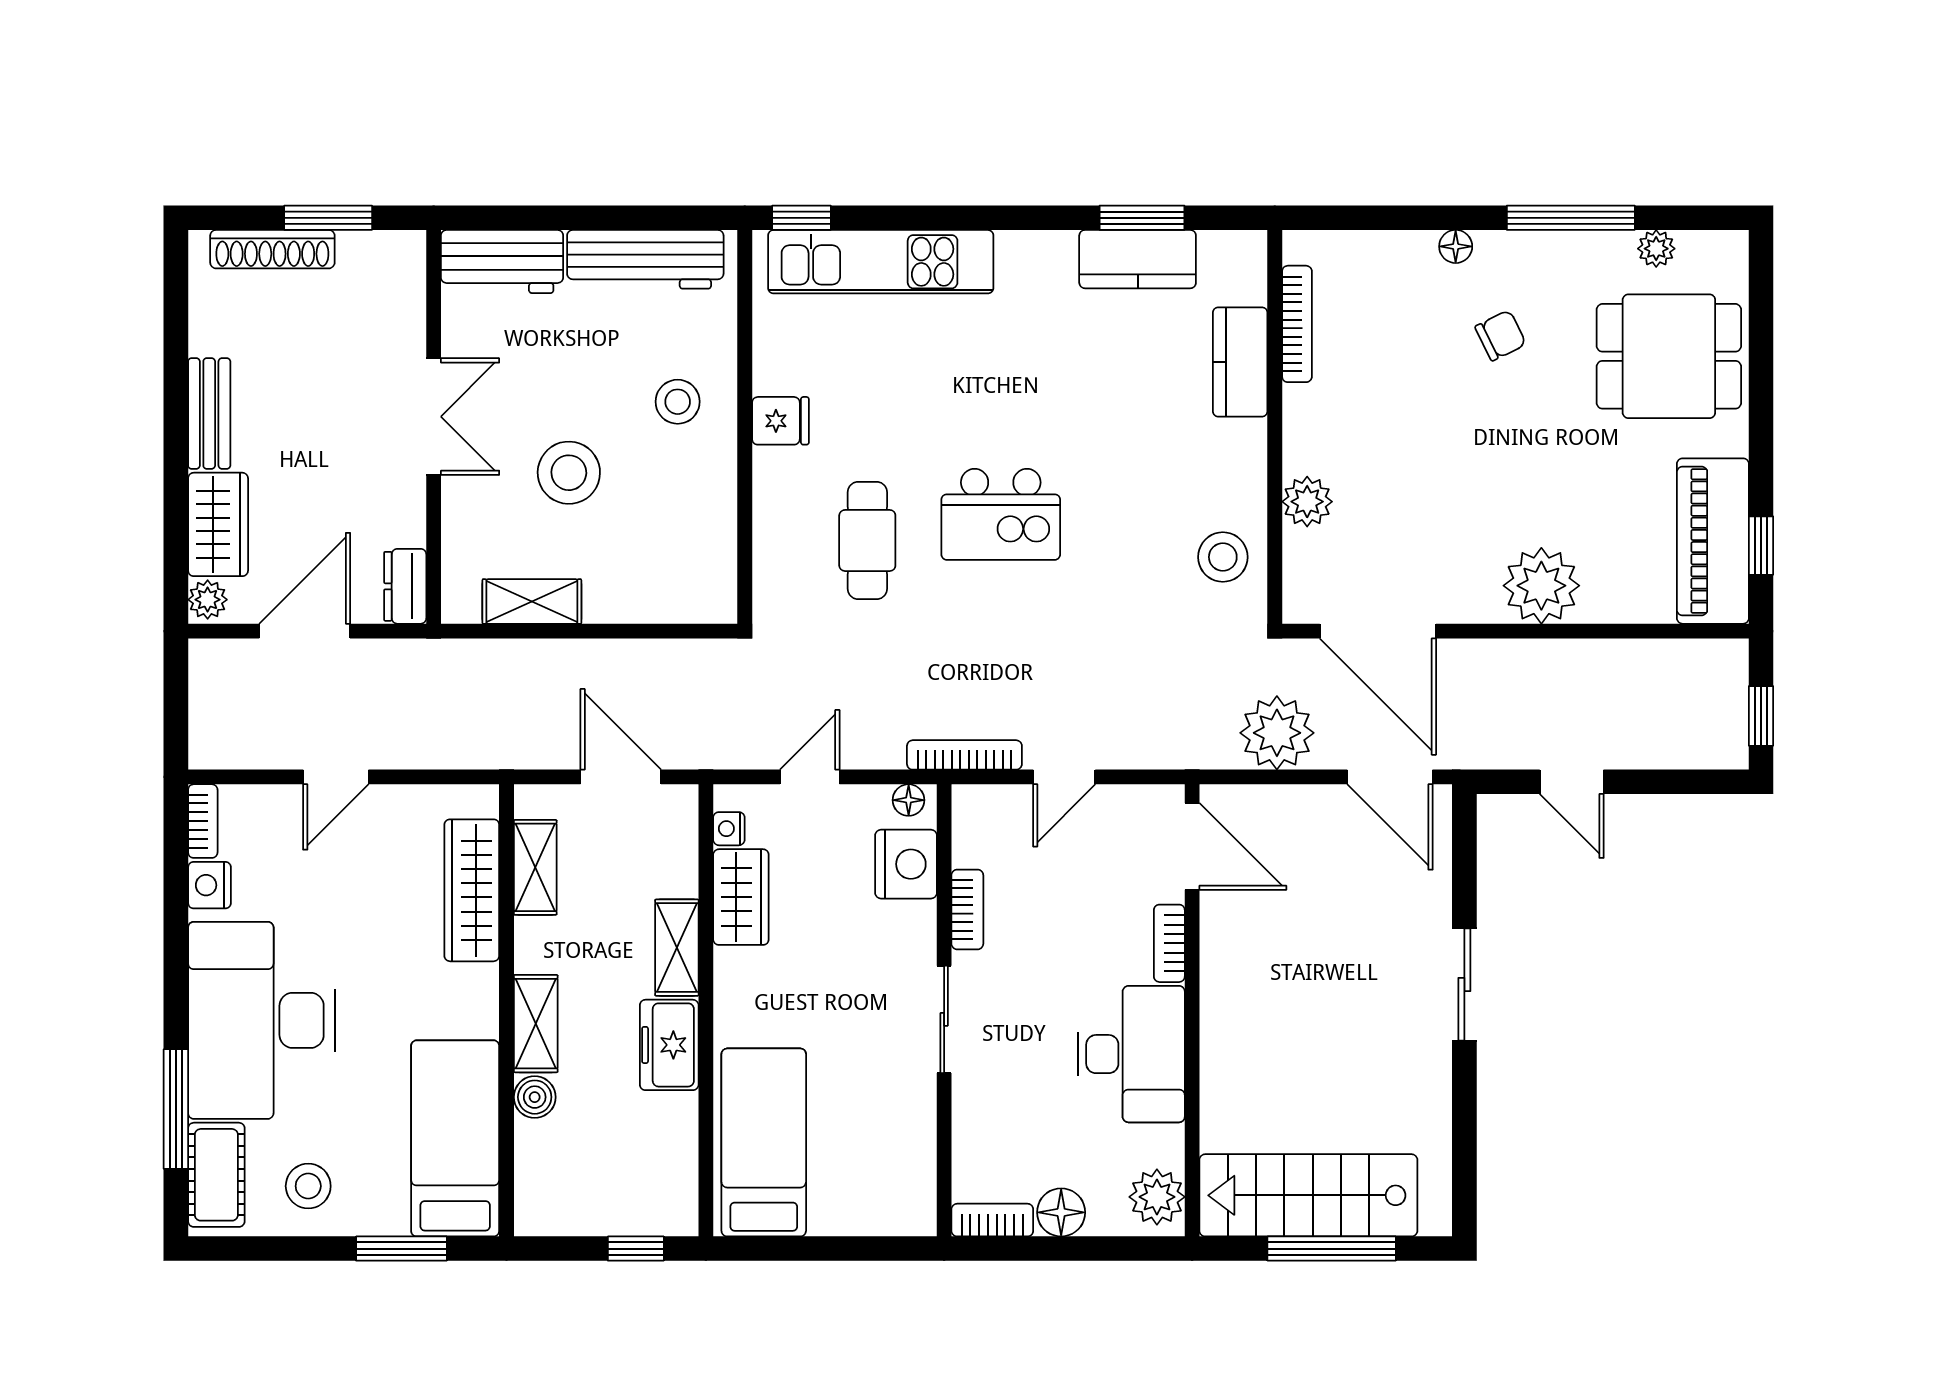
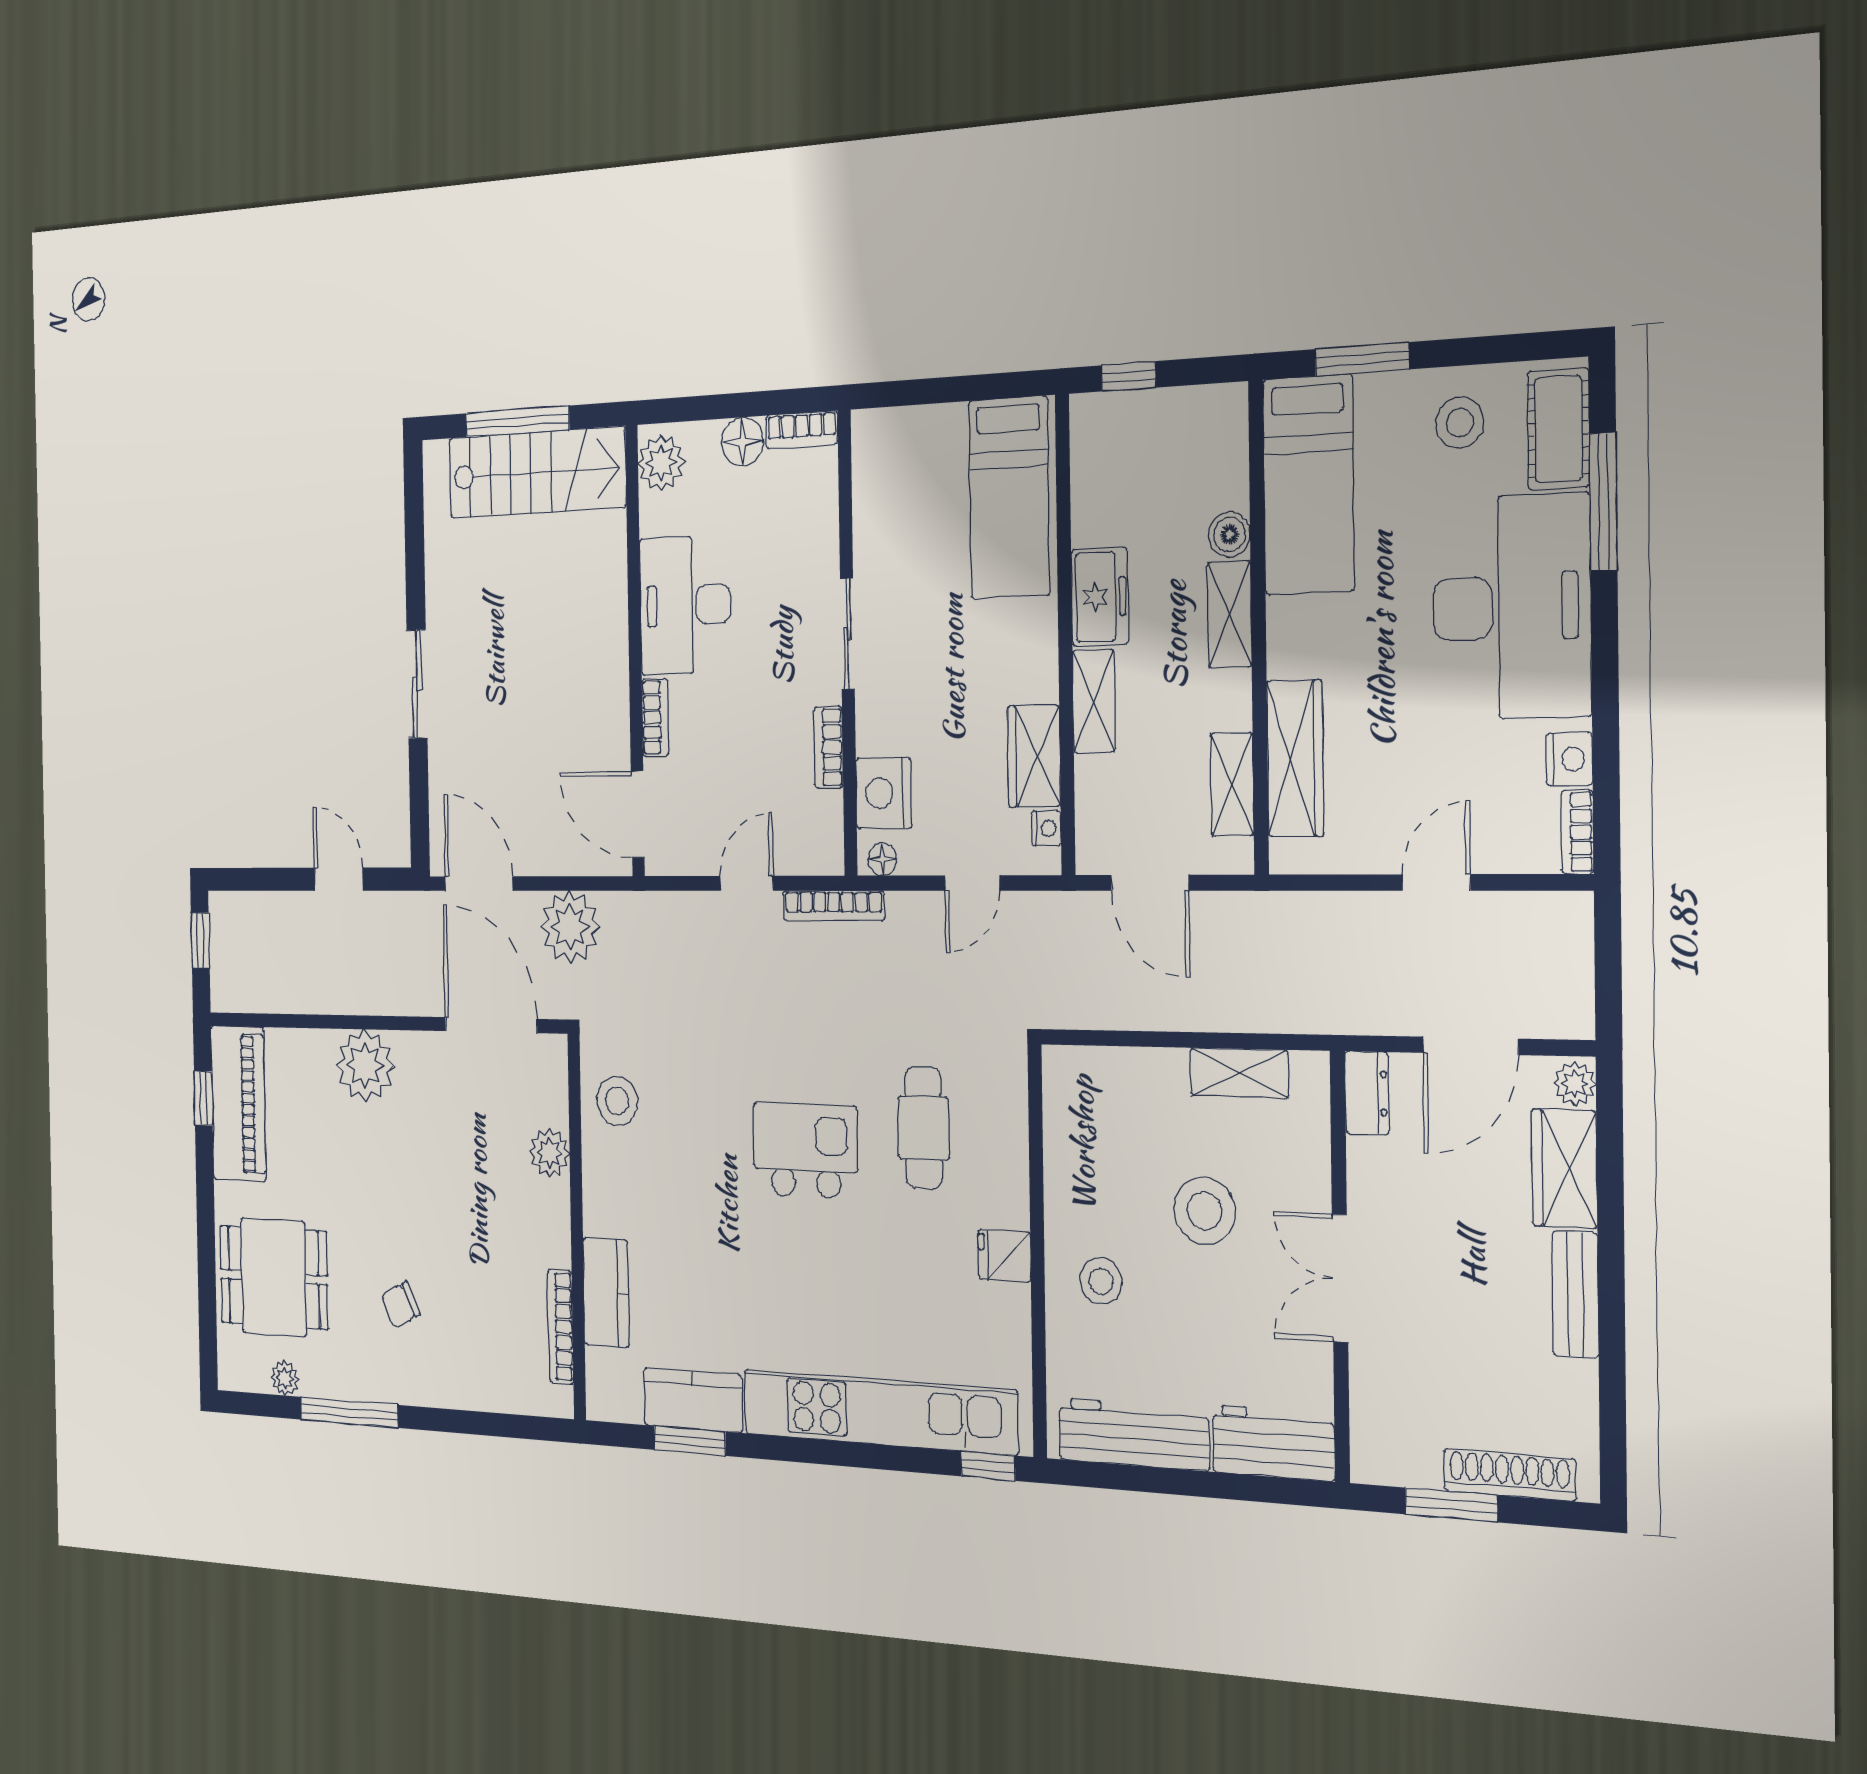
floor lamp: (1456, 246) -> (437, 1392), removed
kitchen unit: (881, 262) -> (879, 1412), width x1.36

